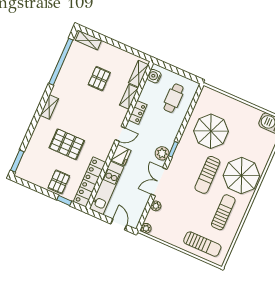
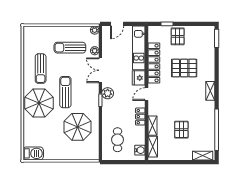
locker: (89, 182) -> (154, 63), moved
double door: (159, 182) -> (100, 70), swing flipped
door: (119, 224) -> (117, 24), hinge flipped
sun lounger: (202, 244) -> (70, 48), moved

